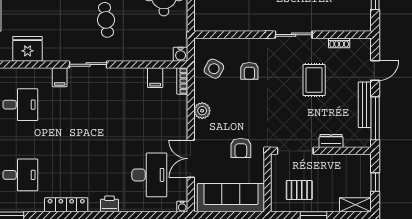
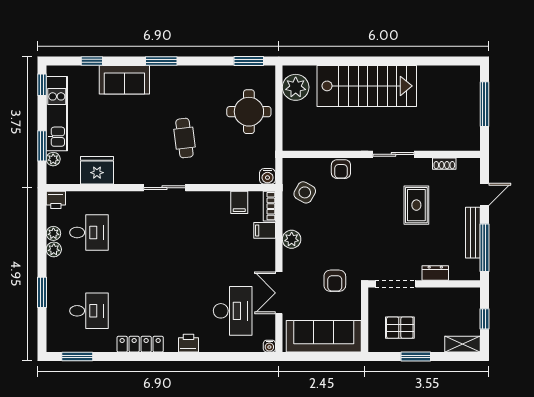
armchair: (249, 71) -> (341, 169), moved
filing cabinet: (60, 77) -> (265, 230), moved, turned 90

